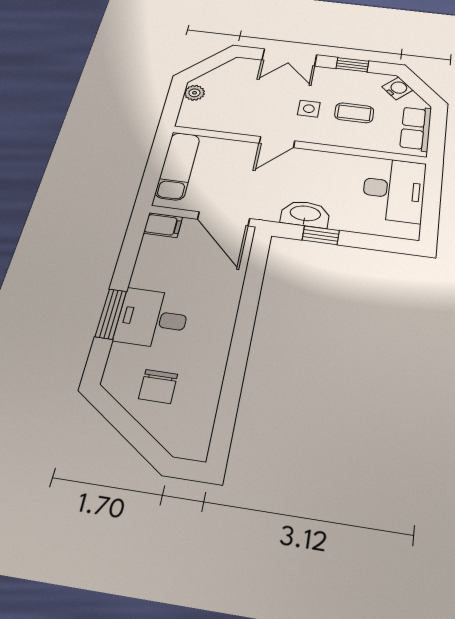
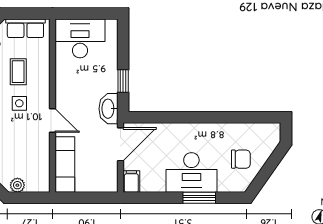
exam couch: (178, 166) -> (65, 165), moved, turned 90
washbasin: (305, 214) -> (108, 109), moved
desk: (152, 318) -> (191, 173), width x1.37

